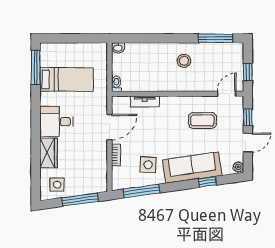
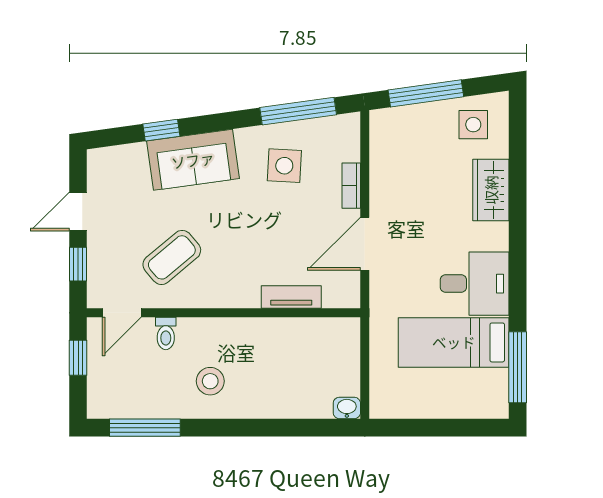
toilet: (116, 84) -> (166, 333), moved
coffee table: (202, 120) -> (172, 257), turned -40
desk: (56, 122) -> (475, 284), moved
plant: (238, 167) -> (98, 161), removed
sofa: (192, 168) -> (193, 160), width x0.73

